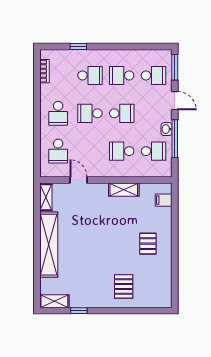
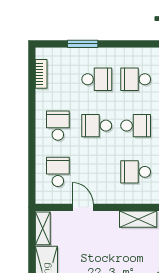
window: (78, 47) -> (83, 44), width x1.50
school desk: (58, 113) -> (58, 126), turned 180
school desk: (58, 151) -> (58, 172), turned 180

